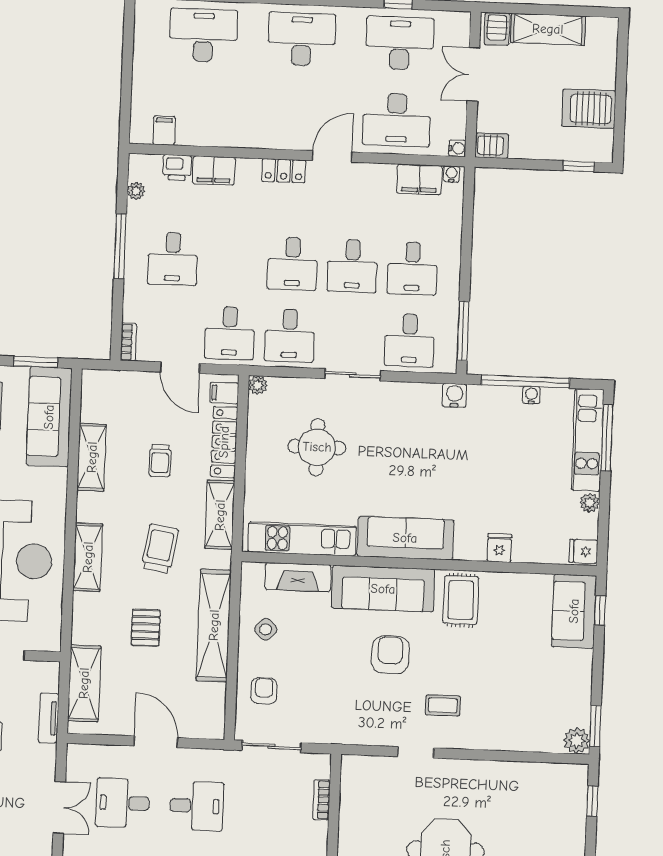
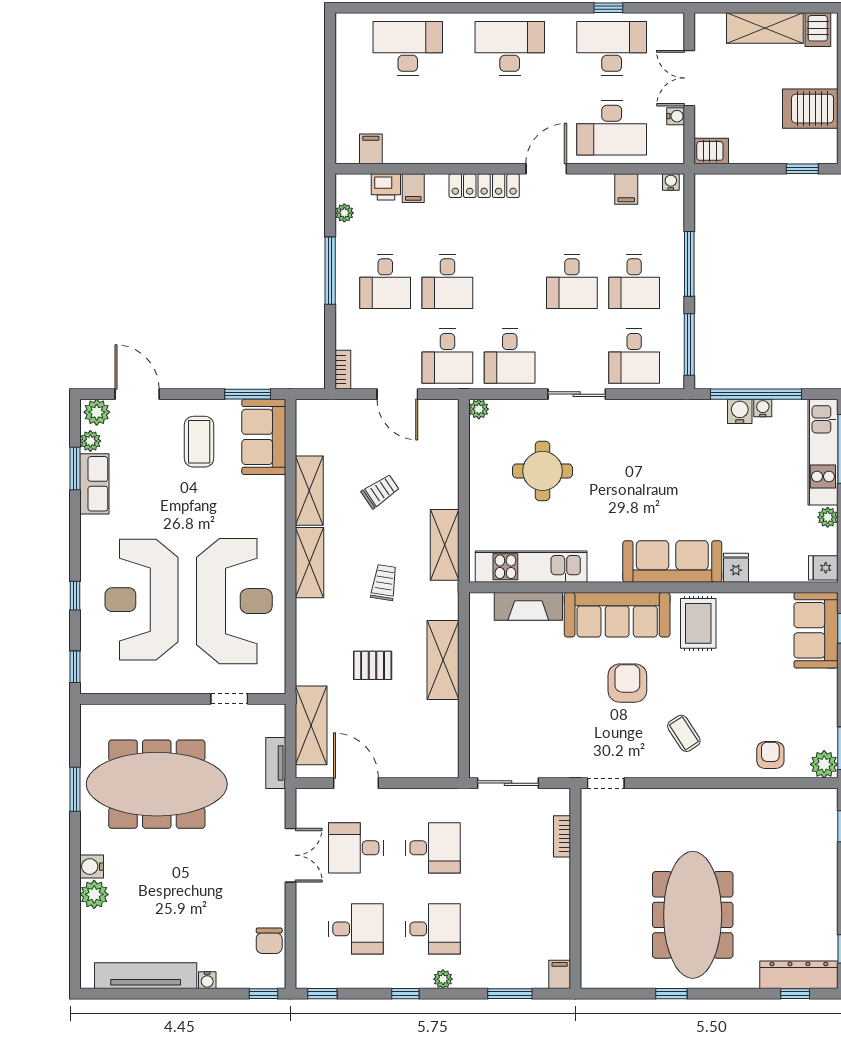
server rack: (497, 29) -> (818, 30), moved
water cooler: (457, 148) -> (676, 116), moved
filing cabinet: (214, 170) -> (413, 188), width x0.50
locker: (284, 171) -> (484, 186), width x1.53
filing cabinet: (419, 179) -> (626, 189), width x0.50
window: (466, 254) -> (689, 264), added
desk: (293, 264) -> (447, 281), moved
filing cabinet: (224, 393) -> (444, 418), removed
water cooler: (454, 395) -> (740, 411), moved
sofa: (49, 417) -> (264, 437), width x0.73
locker: (224, 442) -> (446, 469), removed
trolley: (160, 461) -> (380, 491), turned -124
sofa: (405, 538) -> (672, 561), moved
trolley: (160, 549) -> (384, 583), width x0.73, depth x0.72
shelving: (88, 557) -> (310, 563), moved
shelving: (214, 625) -> (443, 660), width x0.68
pallet: (146, 628) -> (373, 665), turned 90
side table: (266, 629) -> (497, 662), removed
armchair: (264, 691) -> (770, 755), moved
coffee table: (443, 705) -> (684, 733), turned 57
door: (156, 742) -> (356, 783), moved
doorway: (416, 752) -> (606, 783), moved

